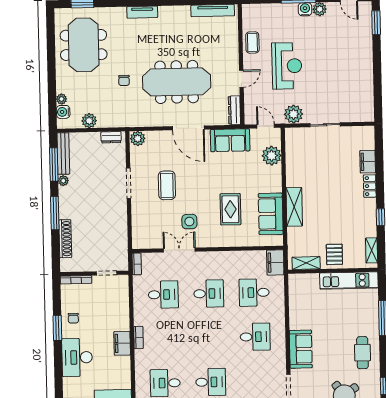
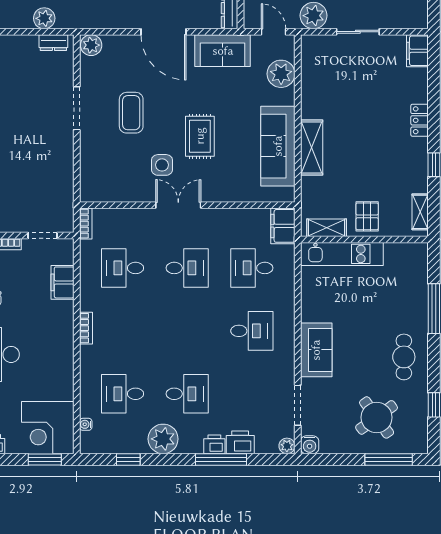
plant: (89, 121) -> (44, 18), moved
filing cabinet: (368, 162) -> (417, 51), moved
rug: (230, 209) -> (200, 136), moved
sofa: (271, 214) -> (278, 146), width x1.36
double door: (179, 250) -> (178, 205), moved
kitchen unit: (349, 280) -> (342, 254), moved
desk: (163, 295) -> (123, 268), turned 180
filing cabinet: (122, 343) -> (62, 282), moved

